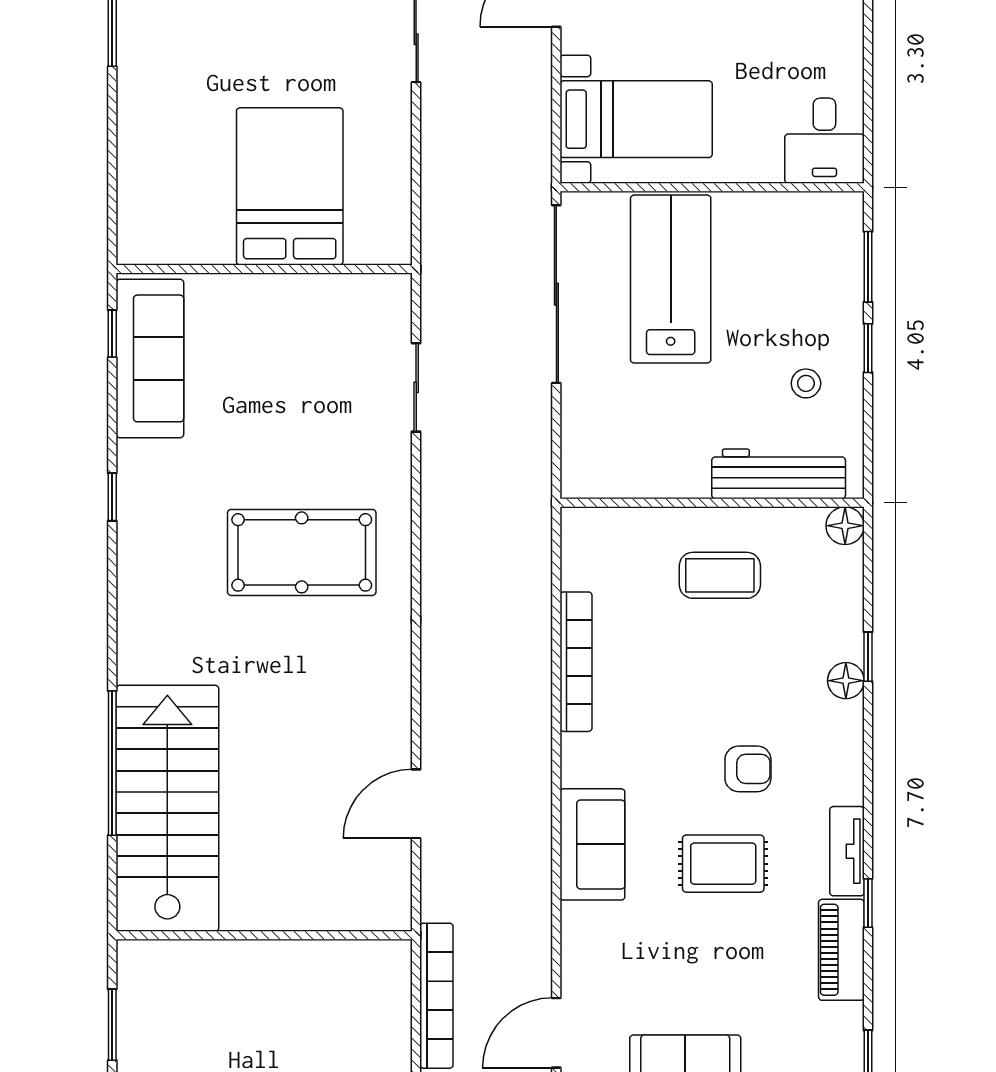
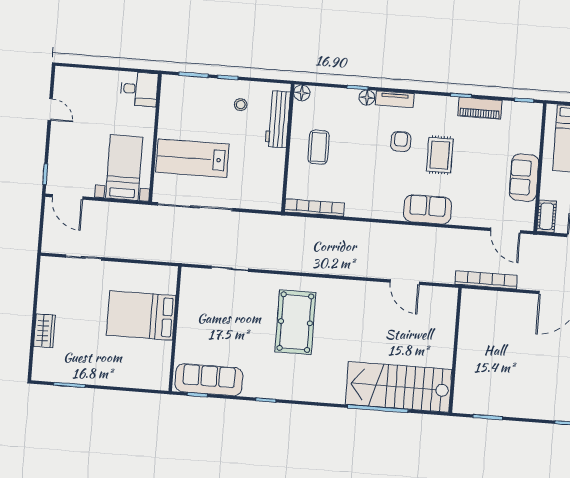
bookcase: (576, 662) -> (314, 208), moved
tv unit: (847, 851) -> (395, 99), moved

